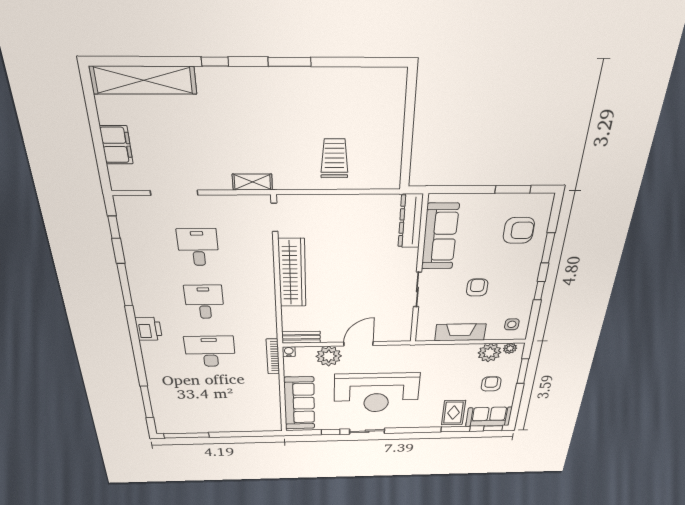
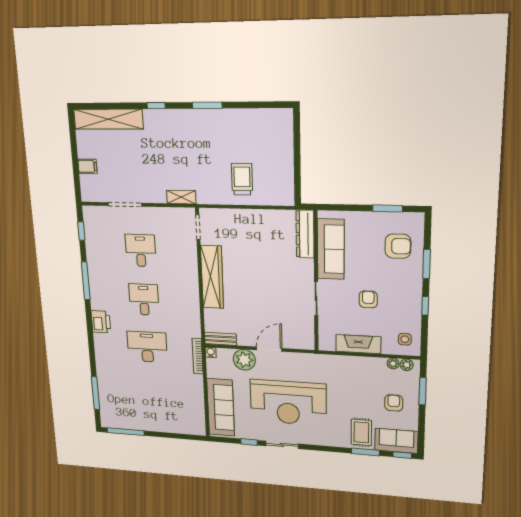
filing cabinet: (116, 145) -> (87, 166), width x0.50
plant: (490, 353) -> (393, 364), width x0.53, depth x0.53

